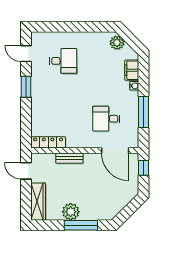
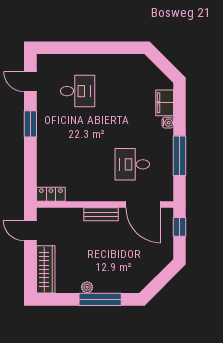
plant: (117, 43) -> (146, 68), removed
locker: (48, 142) -> (51, 194), width x0.66
bench: (69, 158) -> (101, 214), moved
plant: (71, 212) -> (87, 287), width x0.53, depth x0.53

